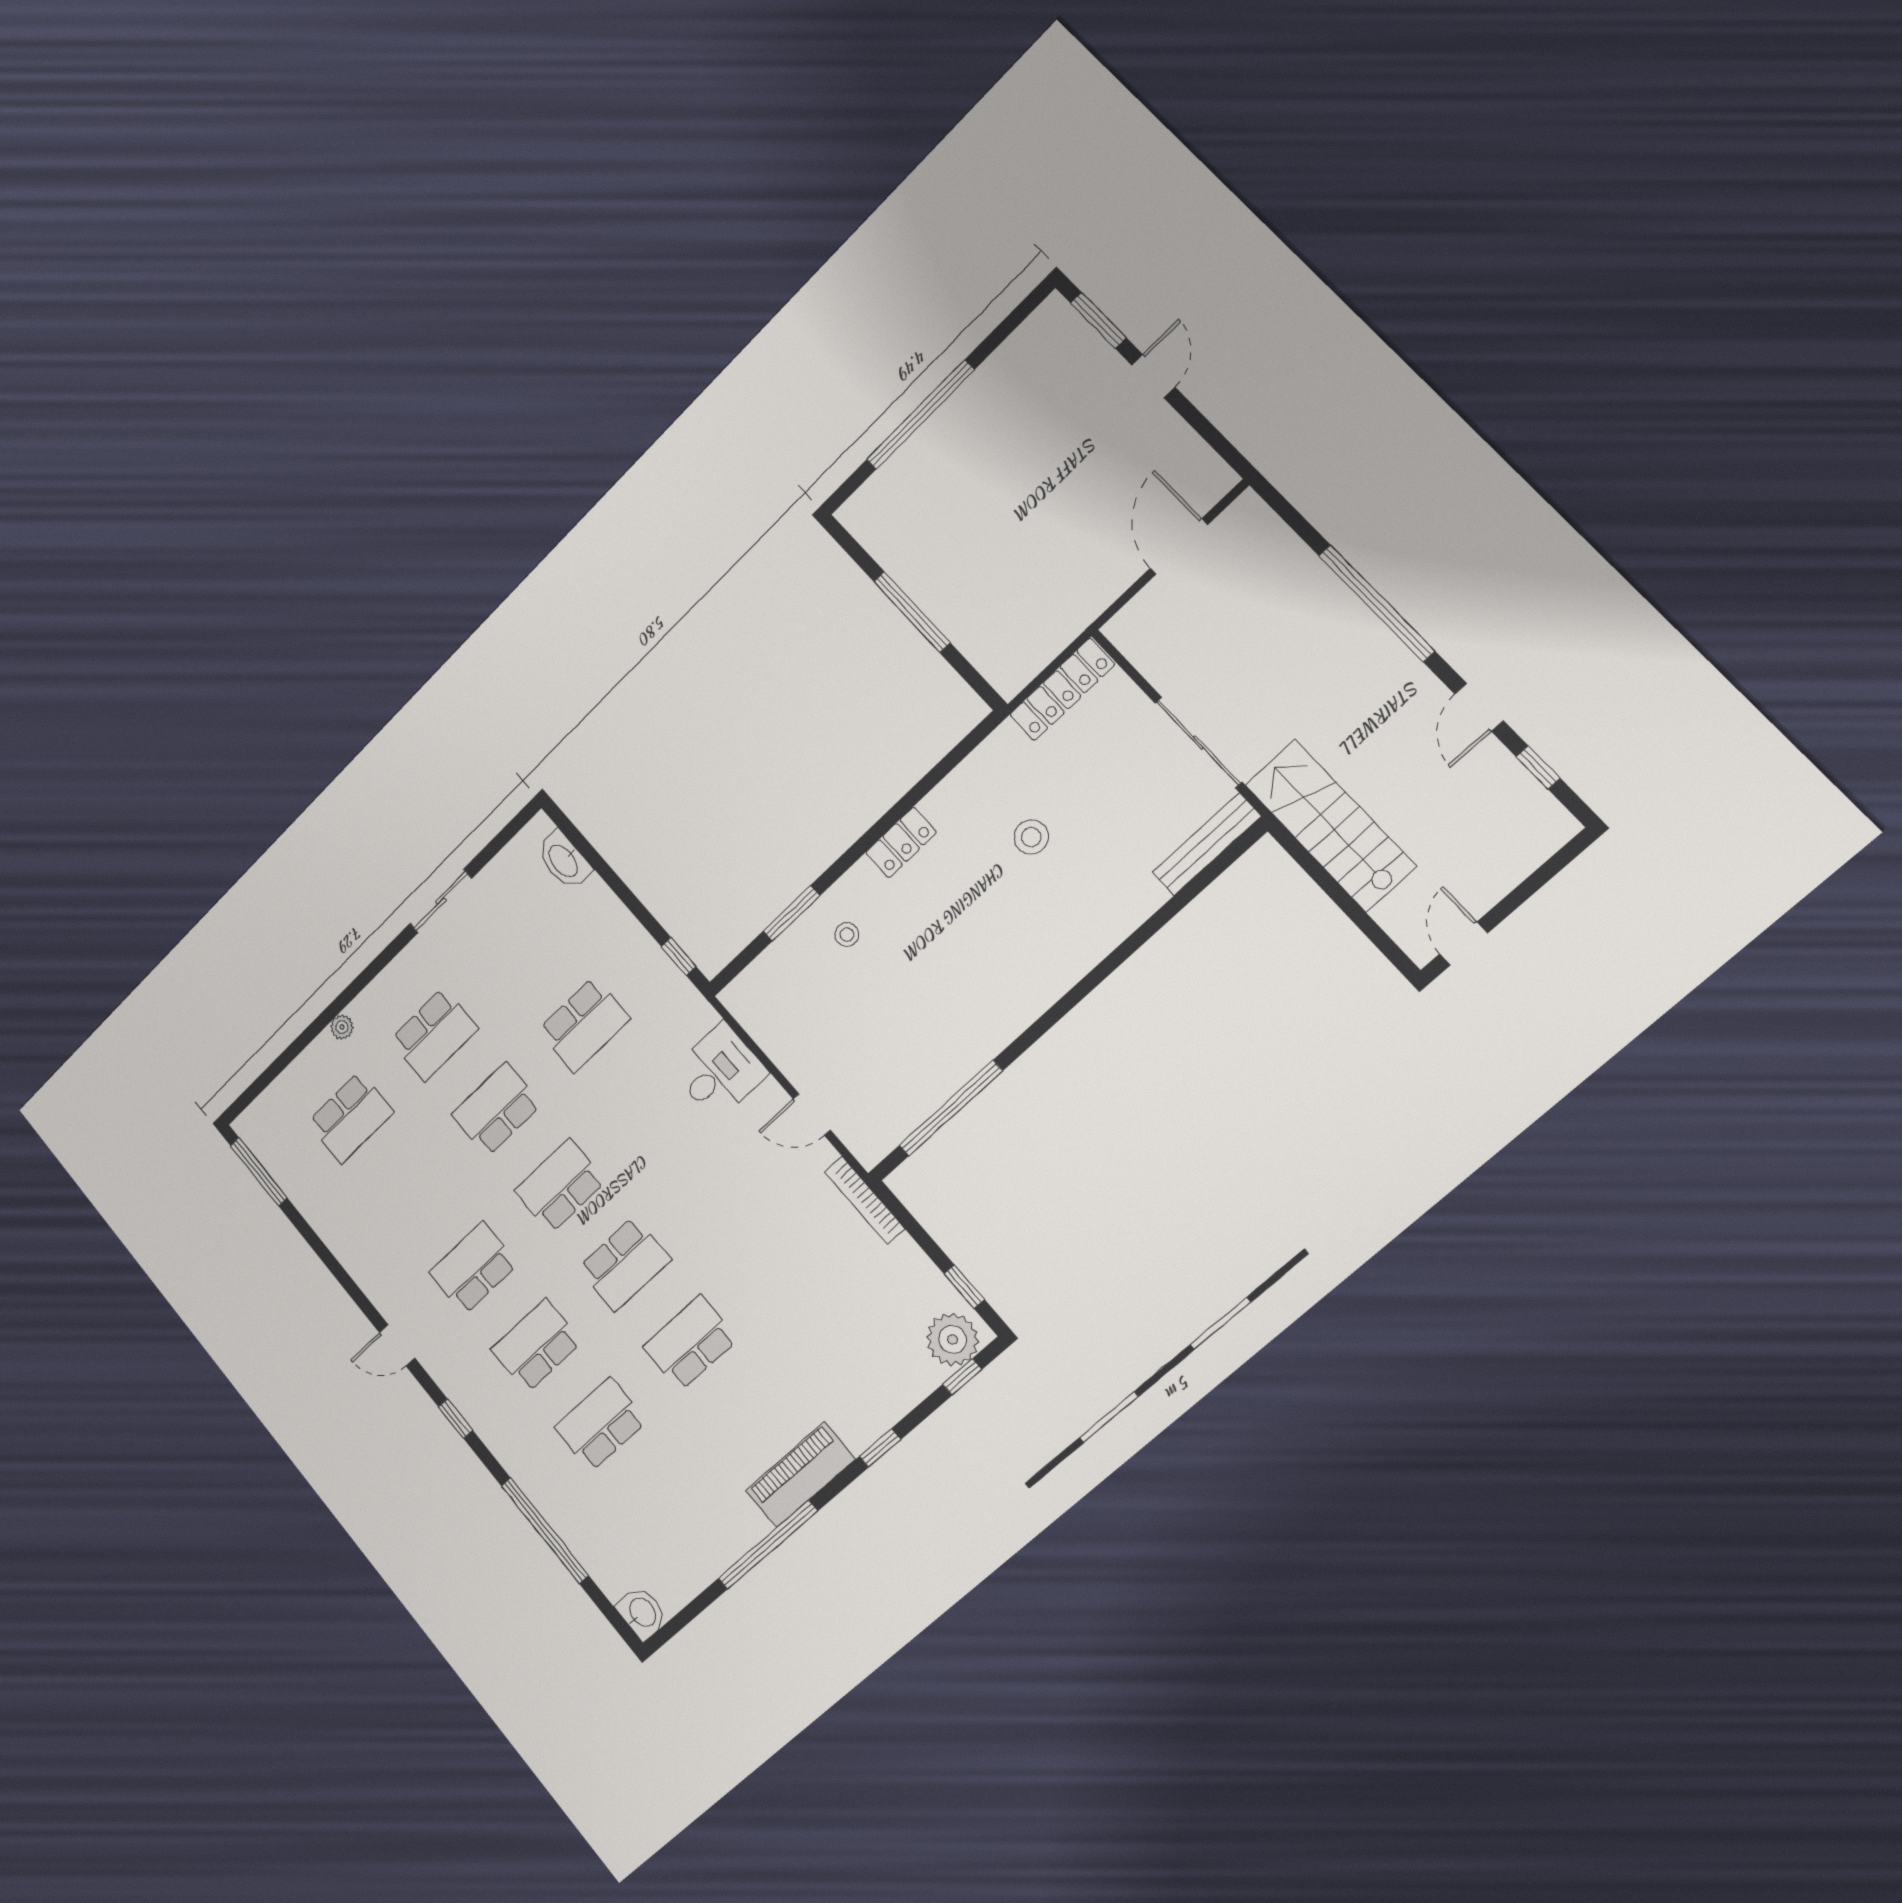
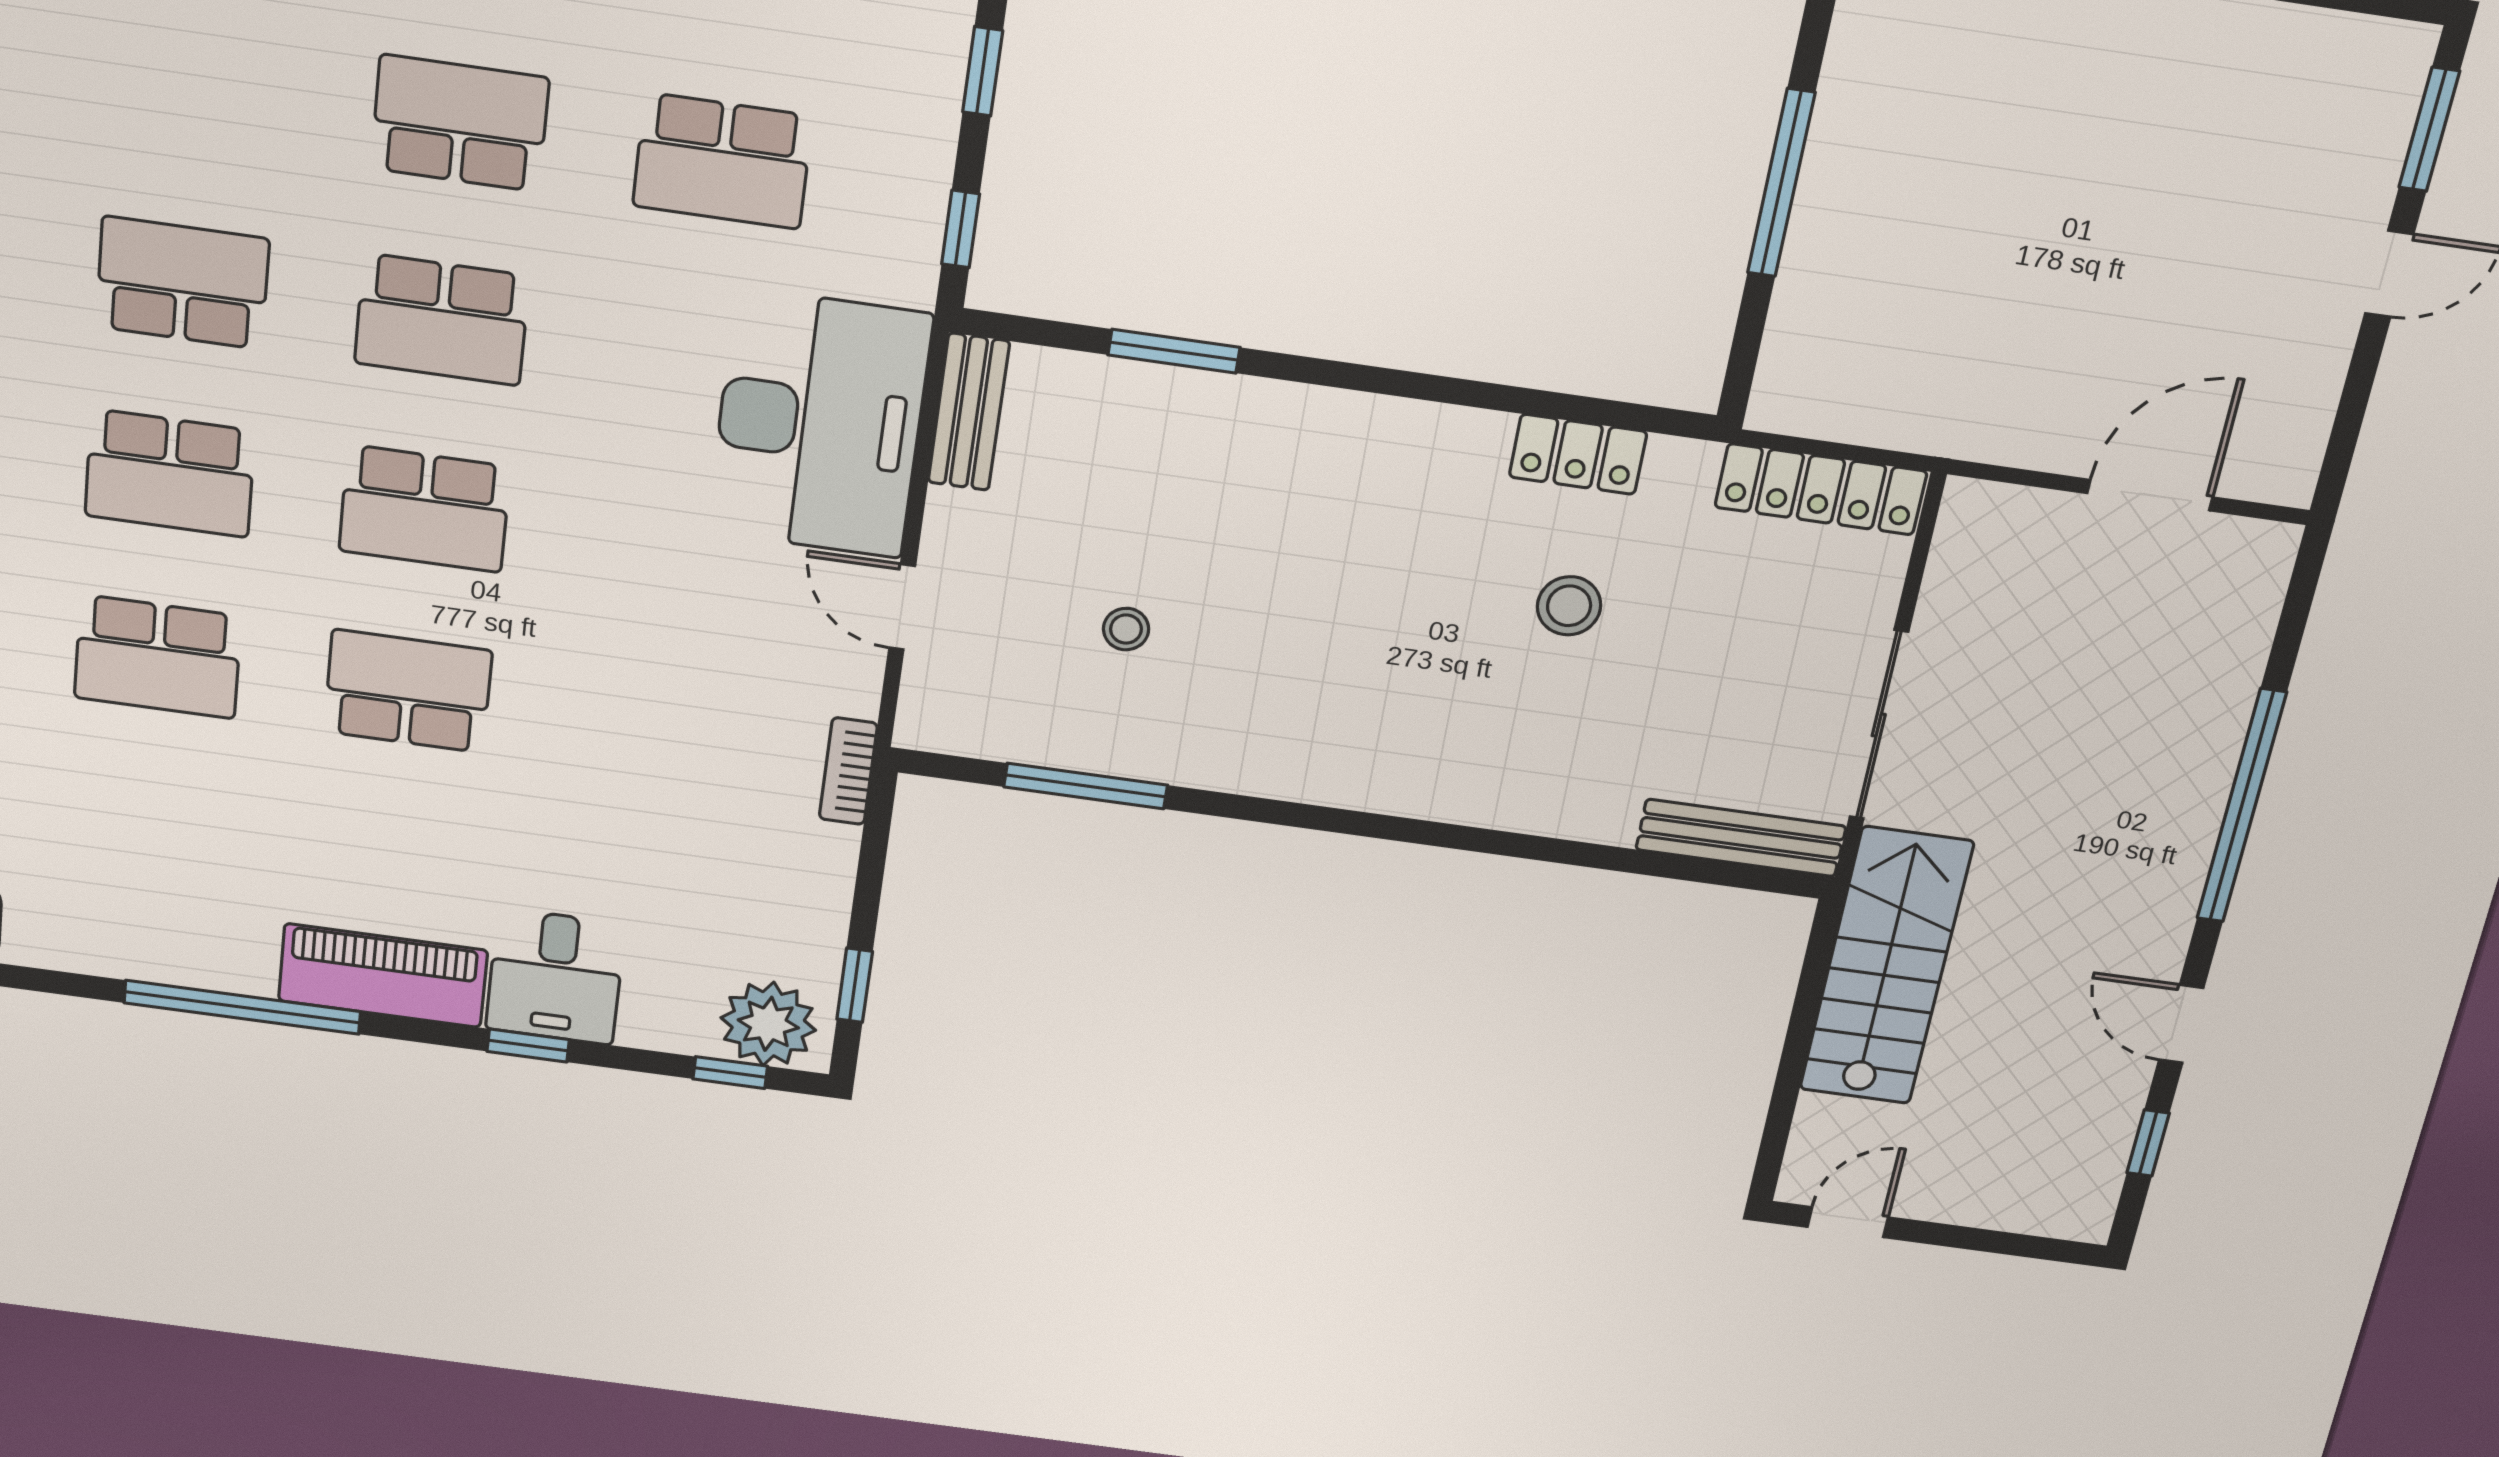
door: (1479, 707) -> (2181, 1024), hinge flipped
locker: (901, 842) -> (1578, 454), moved
window: (626, 896) -> (983, 71), added
stool: (847, 935) -> (1126, 629), moved
bench: (752, 1016) -> (969, 412), added
desk: (719, 1072) -> (819, 424), width x1.87, depth x1.30
window: (951, 1108) -> (1086, 786), width x0.68
school desk: (560, 1186) -> (442, 320), turned 180
bookcase: (865, 1200) -> (848, 771), width x0.64
school desk: (536, 1346) -> (170, 473), turned 180
desk: (858, 1406) -> (555, 977), added
school desk: (600, 1424) -> (158, 657), turned 180

